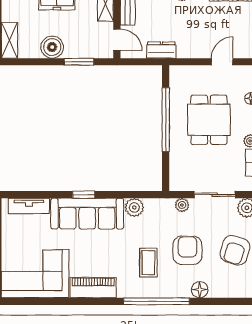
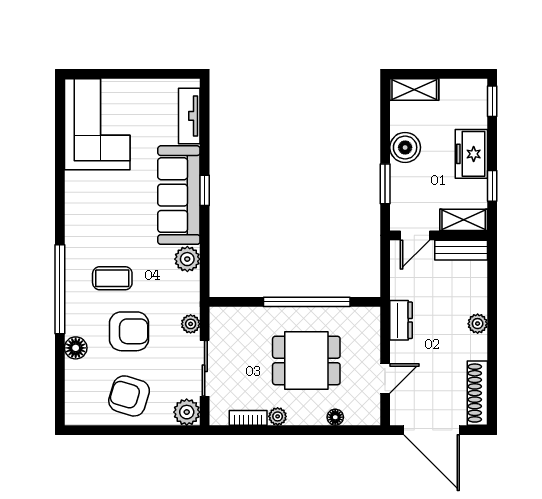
dresser: (161, 50) -> (401, 320), moved
door: (222, 62) -> (385, 379), hinge flipped
piano: (93, 288) -> (79, 203), removed

